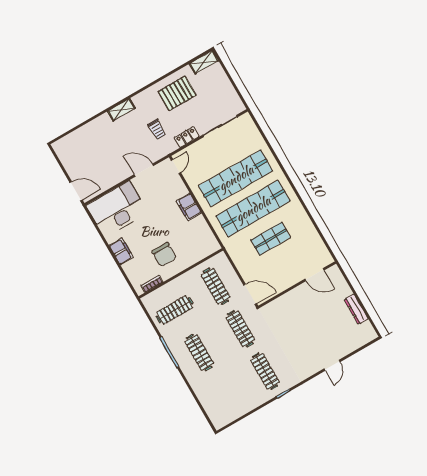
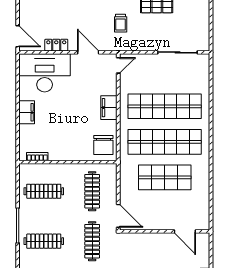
locker: (187, 137) -> (56, 45), moved
shop shelf: (271, 239) -> (165, 177), width x1.43, depth x1.36
chair: (164, 255) -> (103, 145), moved
clothes rail: (199, 353) -> (44, 241), turned 90

